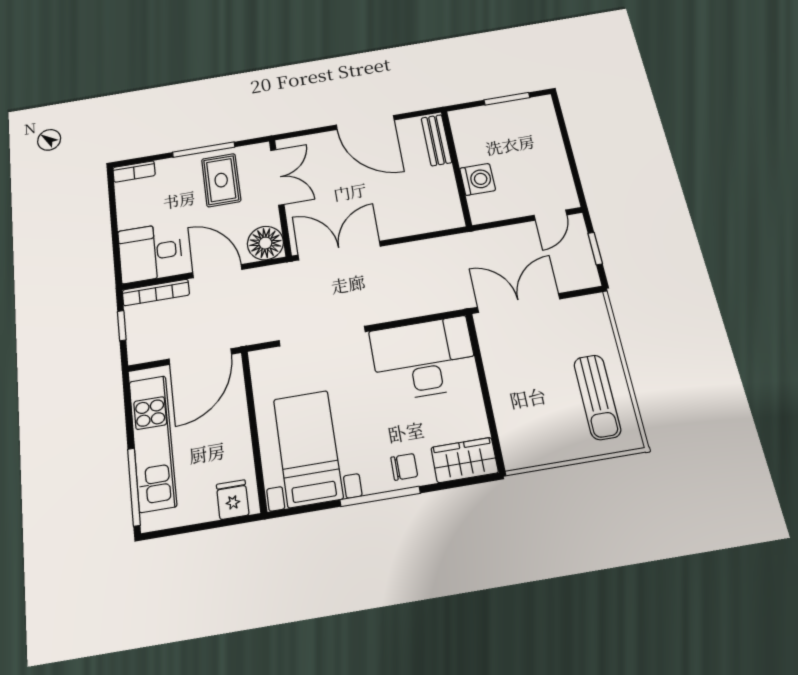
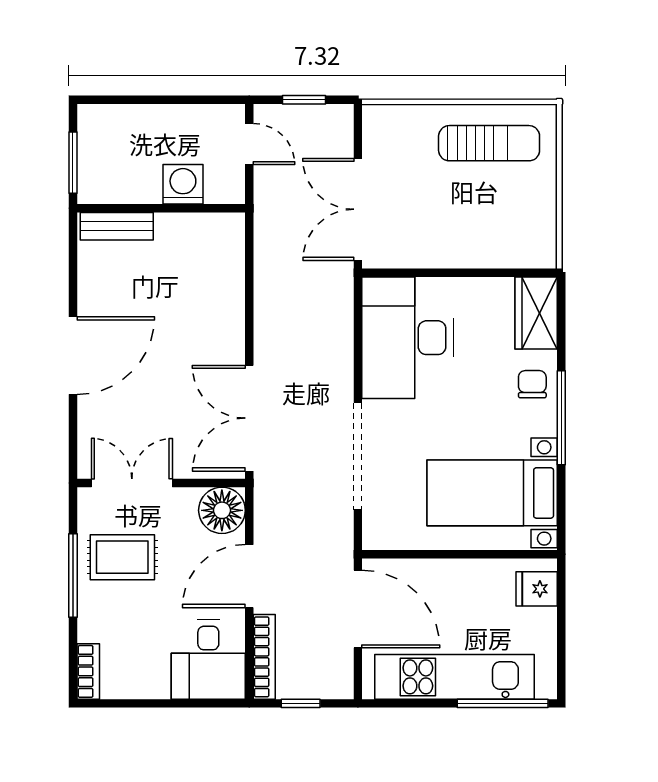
bench: (436, 140) -> (117, 226), moved
wall: (456, 168) -> (161, 208), moved
washing machine: (478, 179) -> (183, 184), moved

